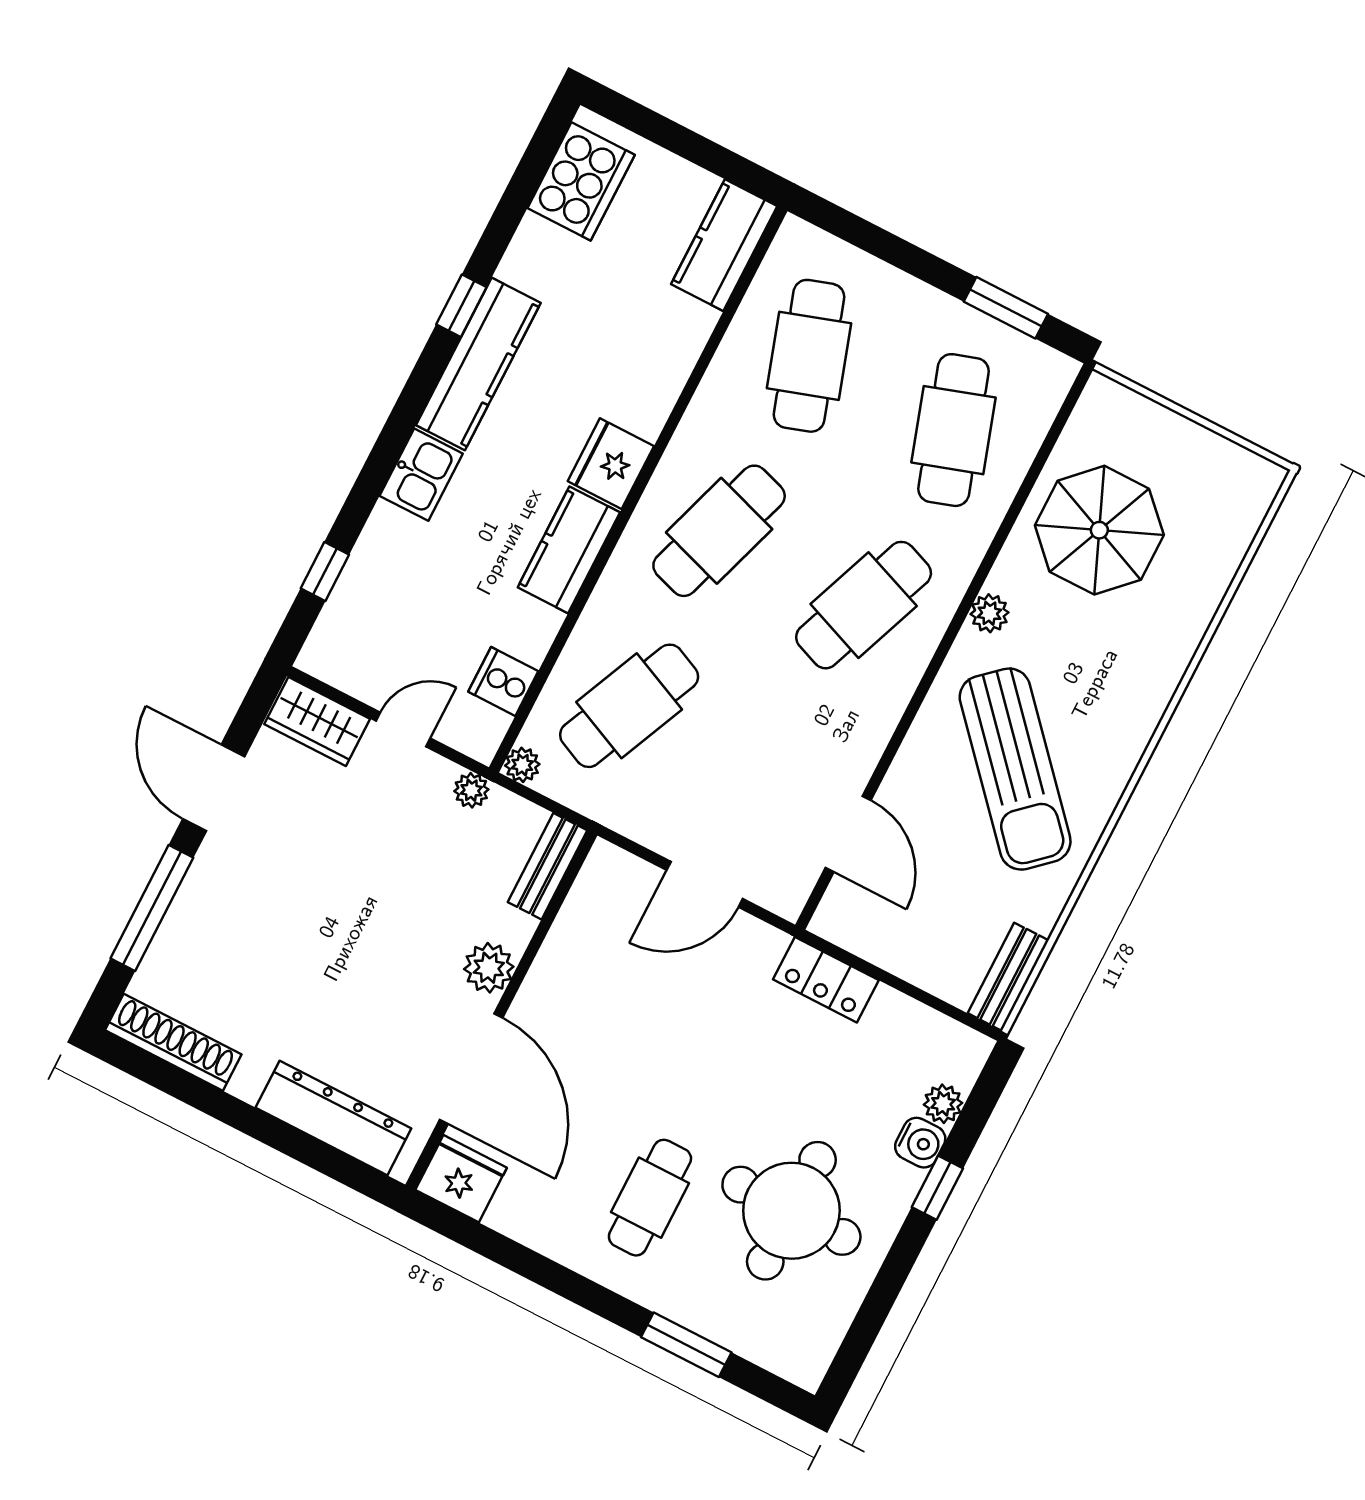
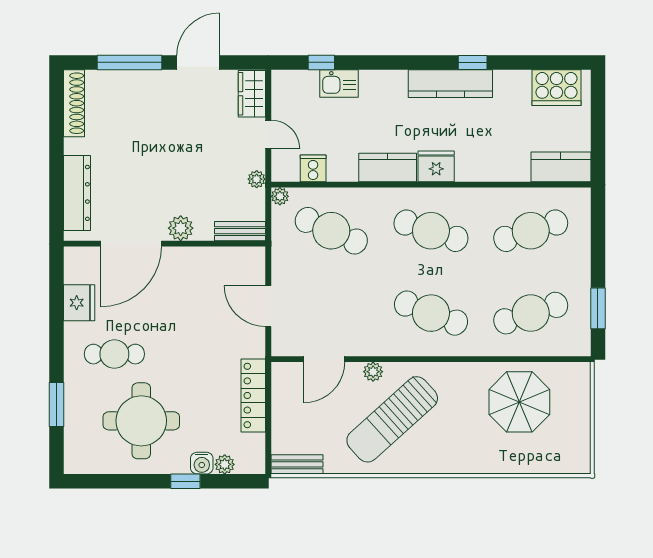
kitchen sink: (421, 475) -> (339, 83), moved
plant: (989, 613) -> (373, 372), moved
locker: (826, 980) -> (253, 395), width x1.53
fridge: (461, 1179) -> (79, 303), moved

